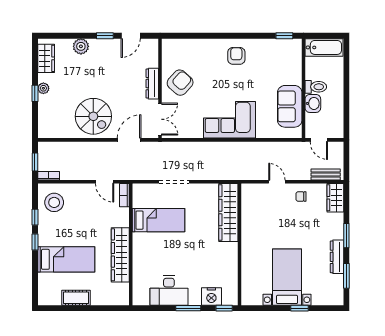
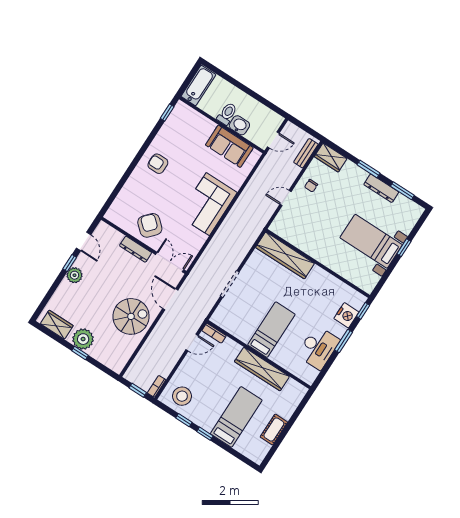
plant: (81, 46) -> (74, 275), moved
plant: (43, 88) -> (83, 339), width x1.88, depth x1.88
bed: (159, 220) -> (271, 330), moved

